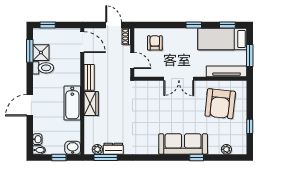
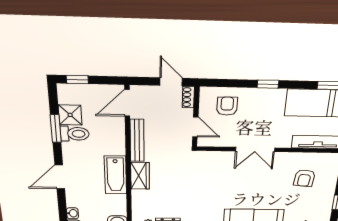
window: (194, 25) -> (268, 84), moved
door: (82, 42) -> (127, 103), swing flipped
window: (30, 51) -> (56, 129), moved
bench: (89, 77) -> (137, 141), width x1.36
armchair: (220, 104) -> (304, 178), width x0.53, depth x0.53

